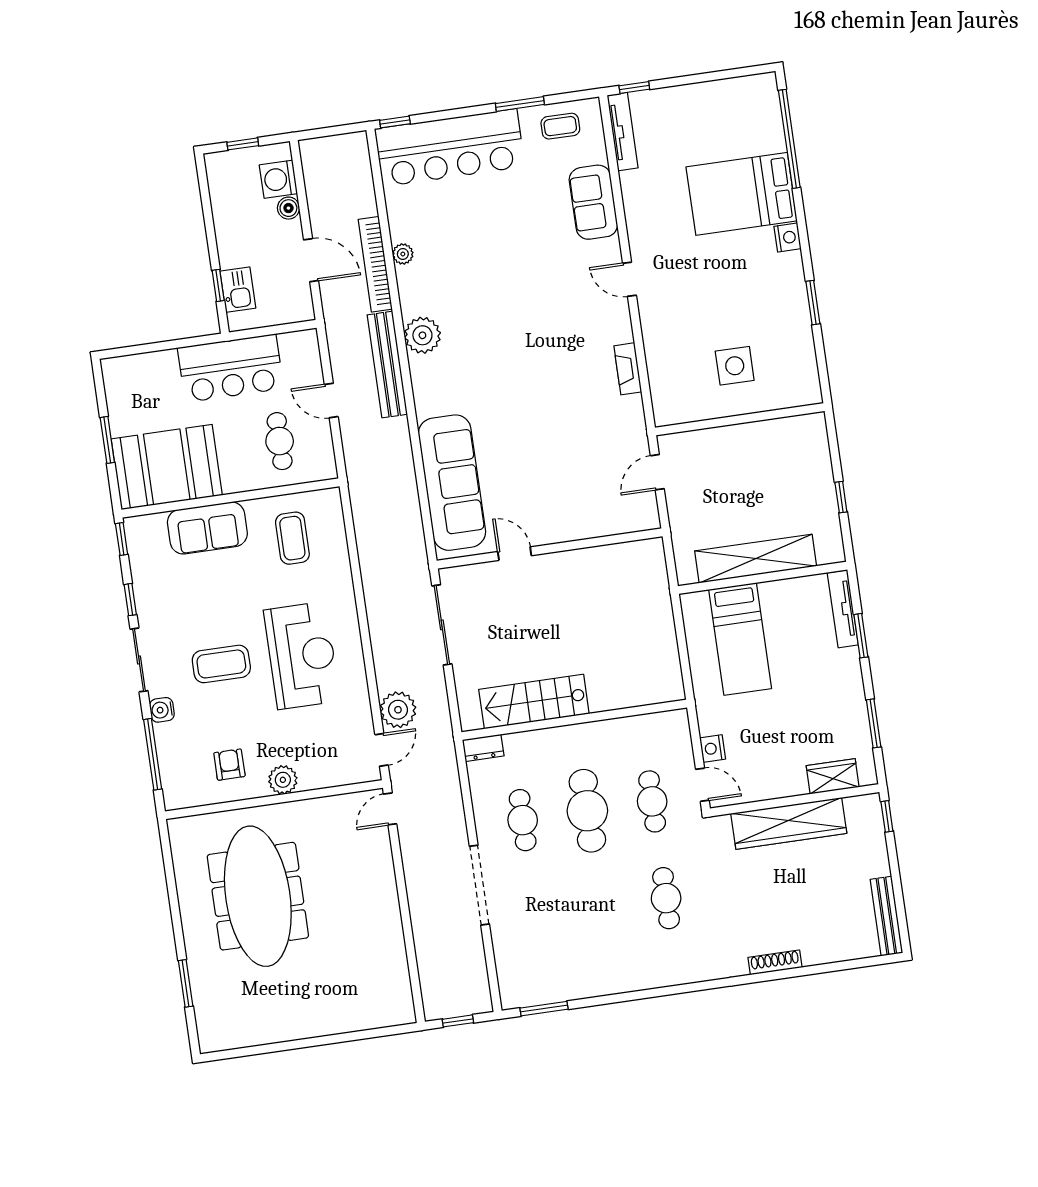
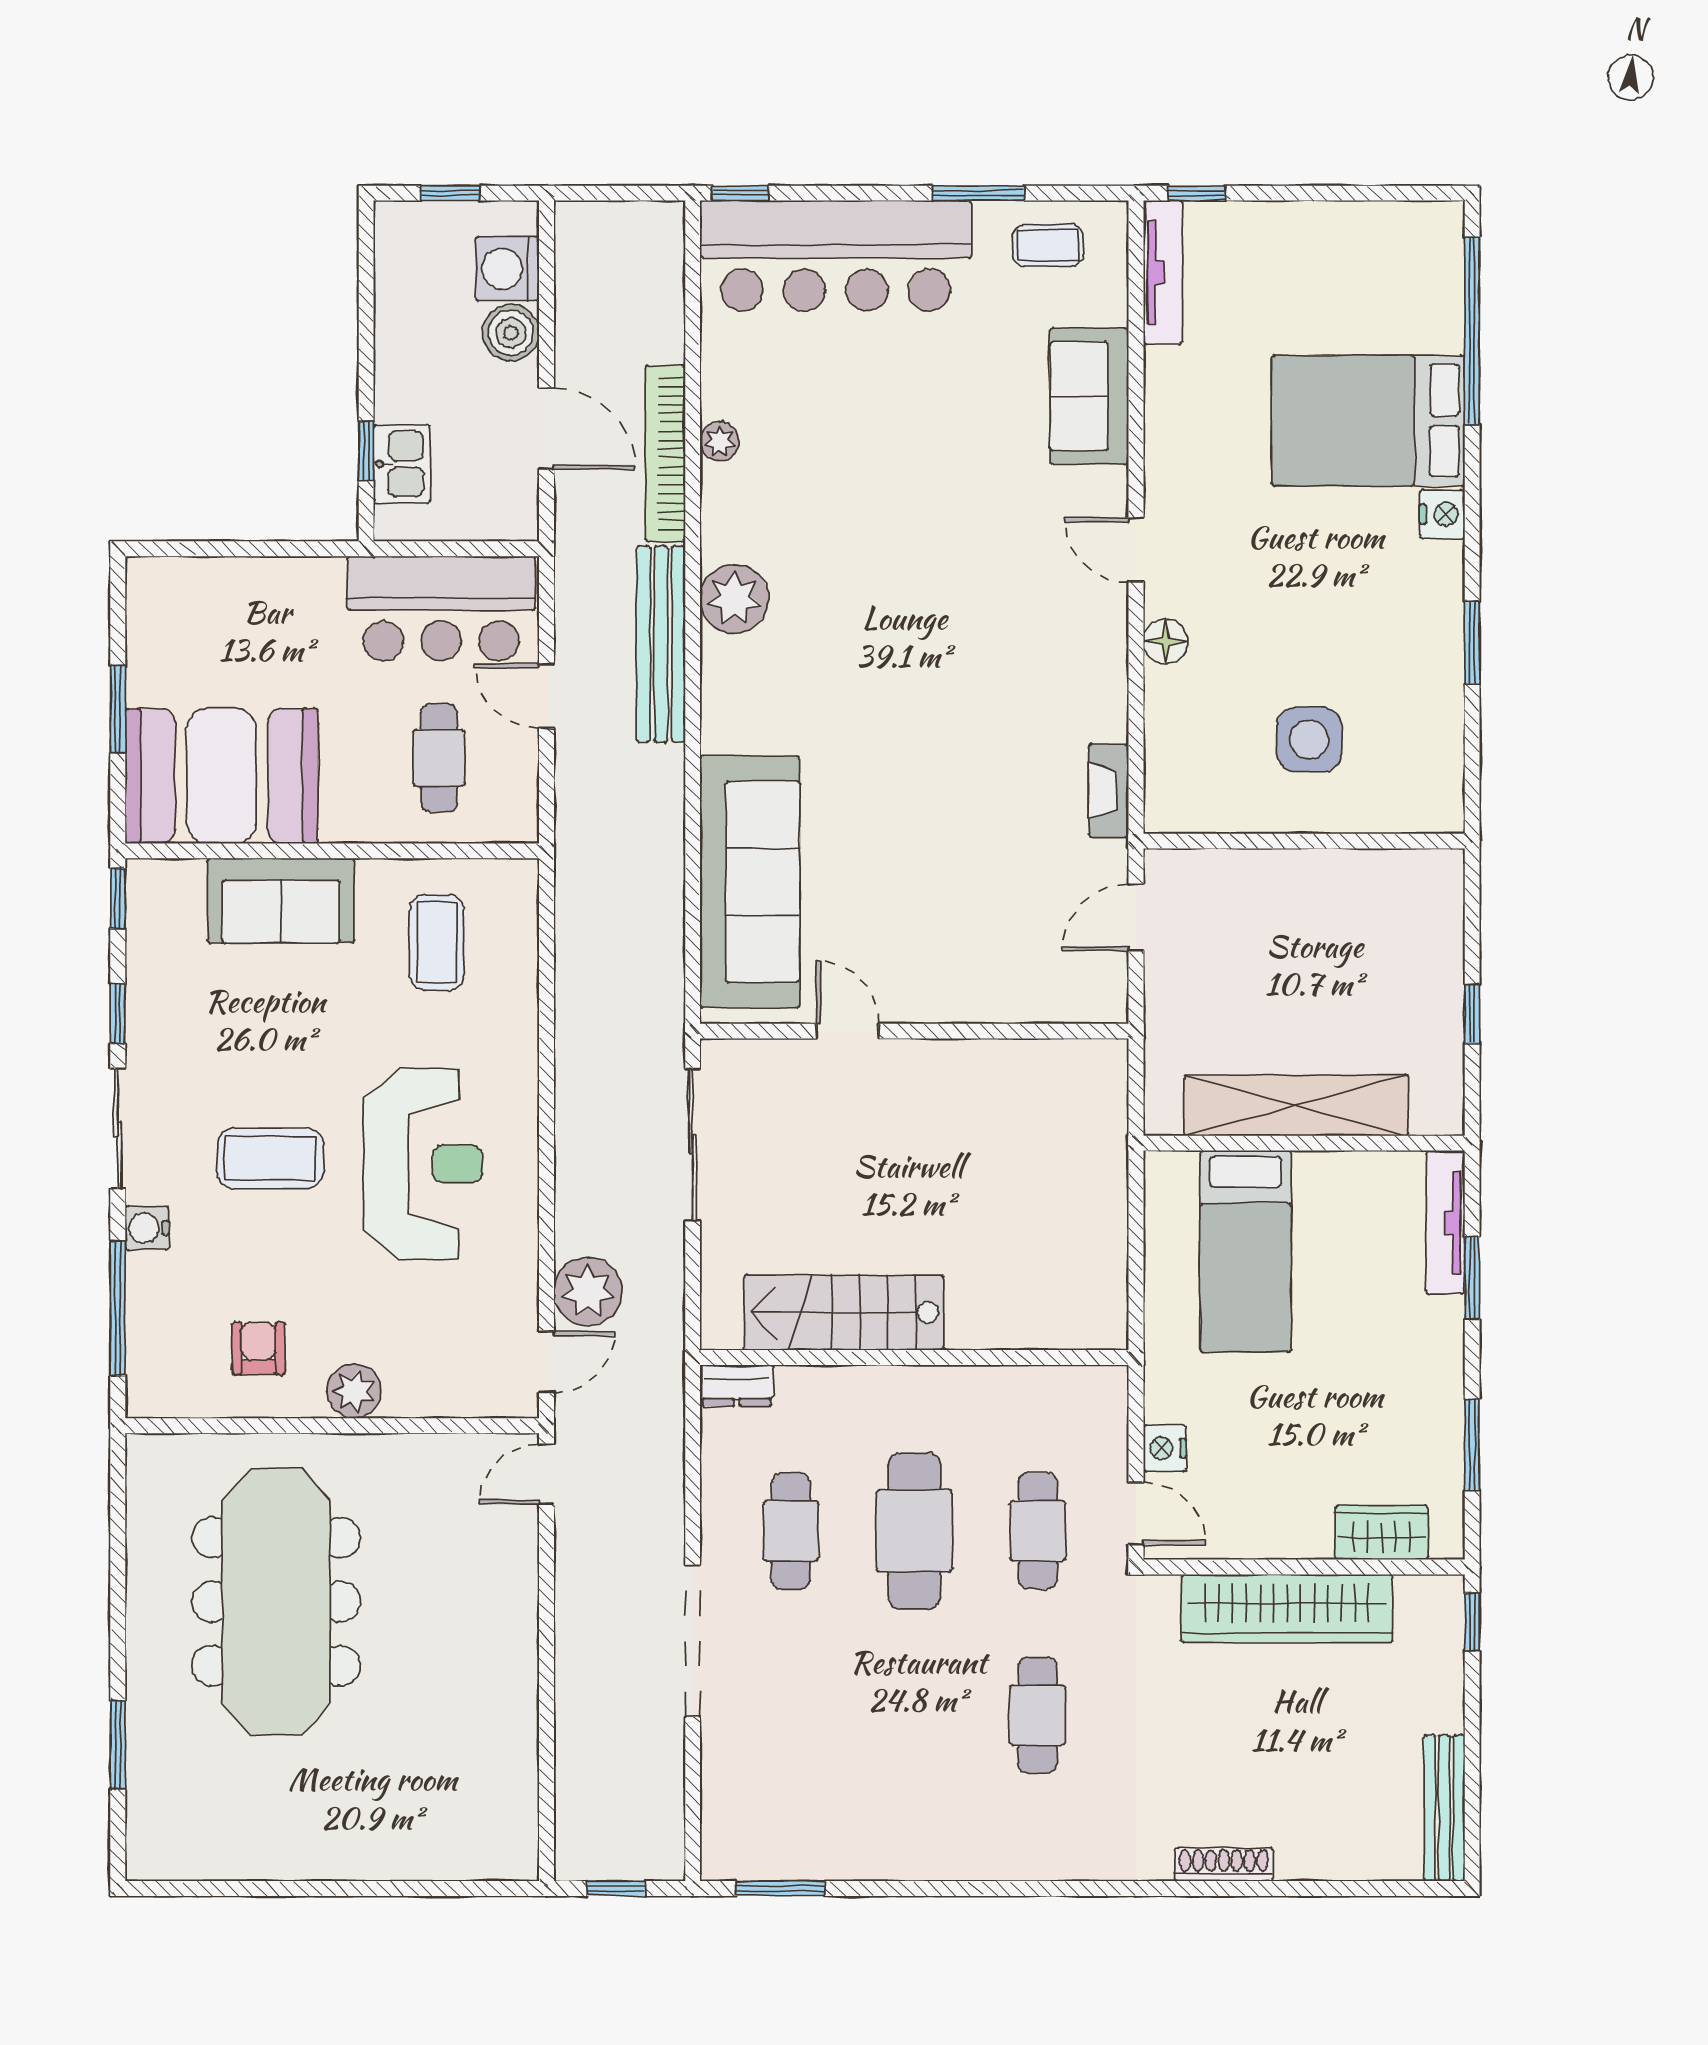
boiler: (288, 208) -> (511, 333), width x1.36, depth x1.36
floor lamp: (652, 325) -> (1166, 641), added
bar counter: (231, 368) -> (441, 608), moved
fireplace: (628, 369) -> (1109, 791), moved

